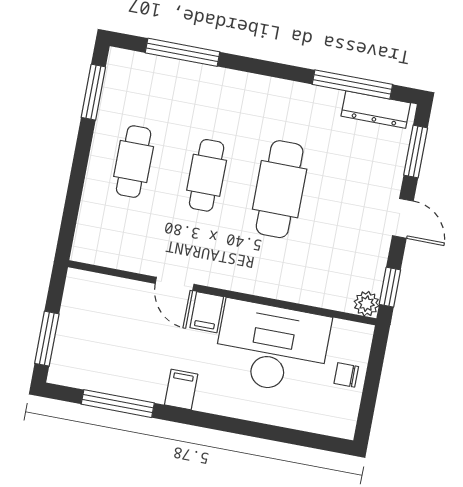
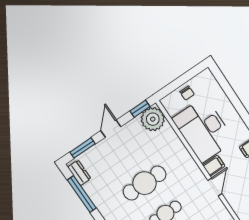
dresser: (376, 109) -> (79, 173), width x0.70
plant: (366, 304) -> (153, 119), width x1.87, depth x1.87

